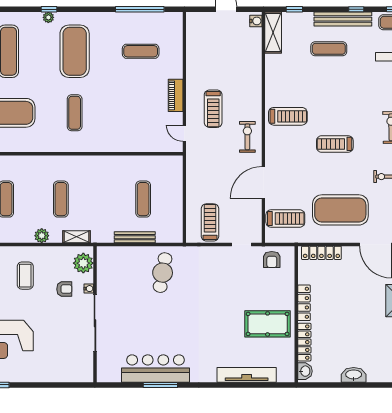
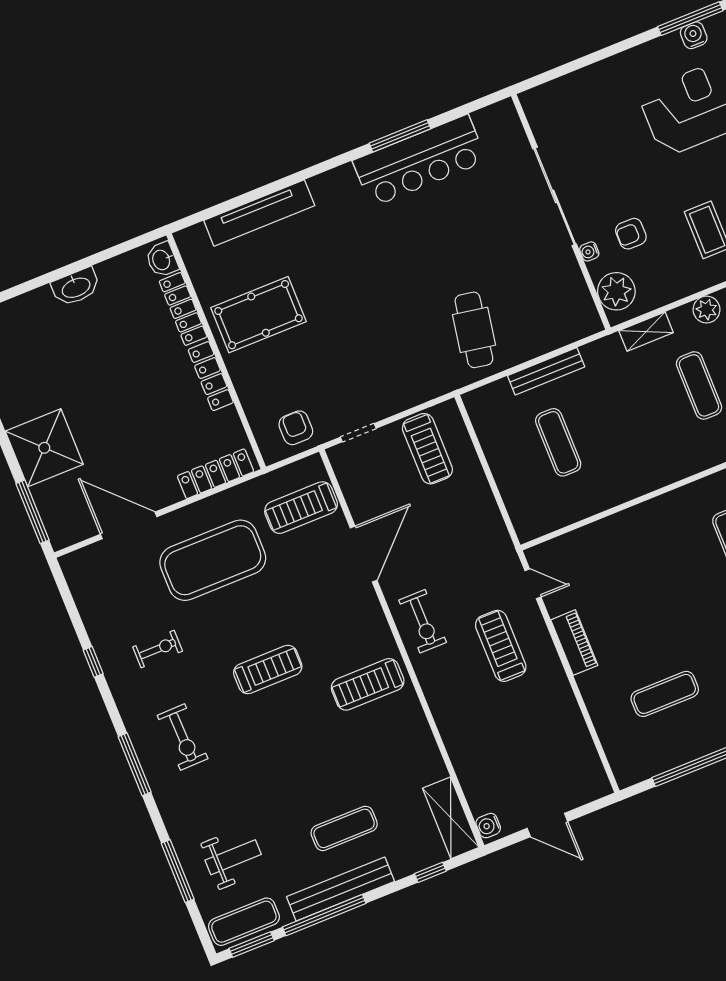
window: (356, 9) -> (324, 915), width x3.17

